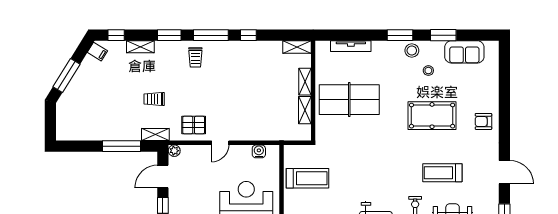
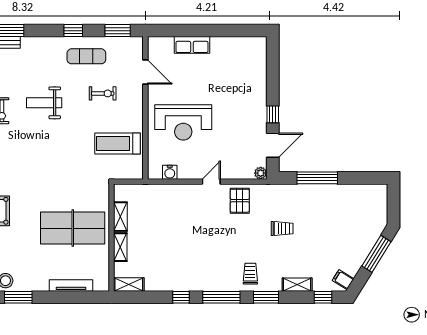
trolley: (195, 57) -> (250, 274), moved
pallet: (194, 125) -> (240, 201), turned 90
shelving: (155, 135) -> (281, 190), removed

